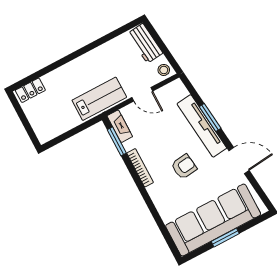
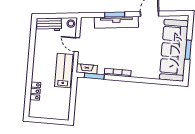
locker: (30, 90) -> (35, 91), moved
door: (142, 94) -> (77, 45), swing flipped
armchair: (184, 167) -> (133, 47), removed

